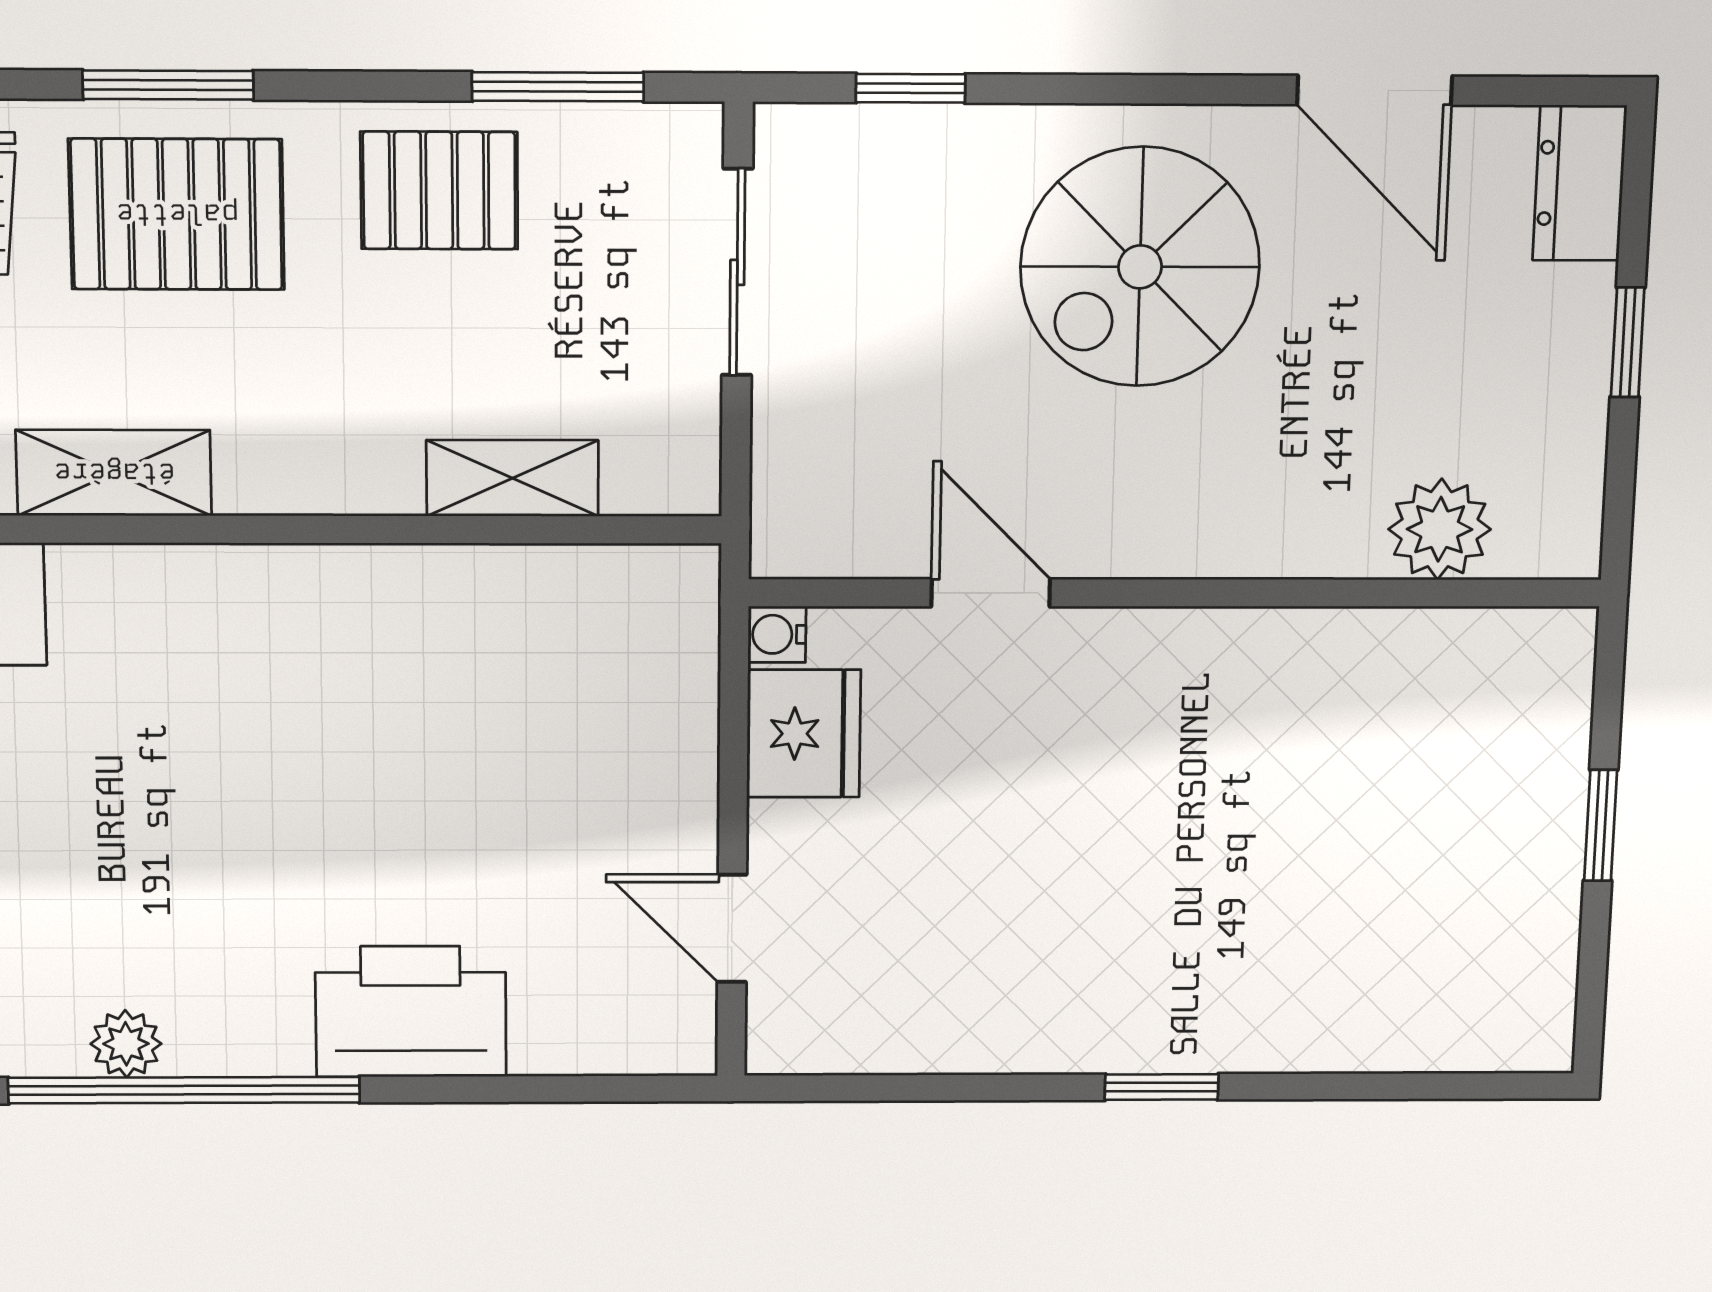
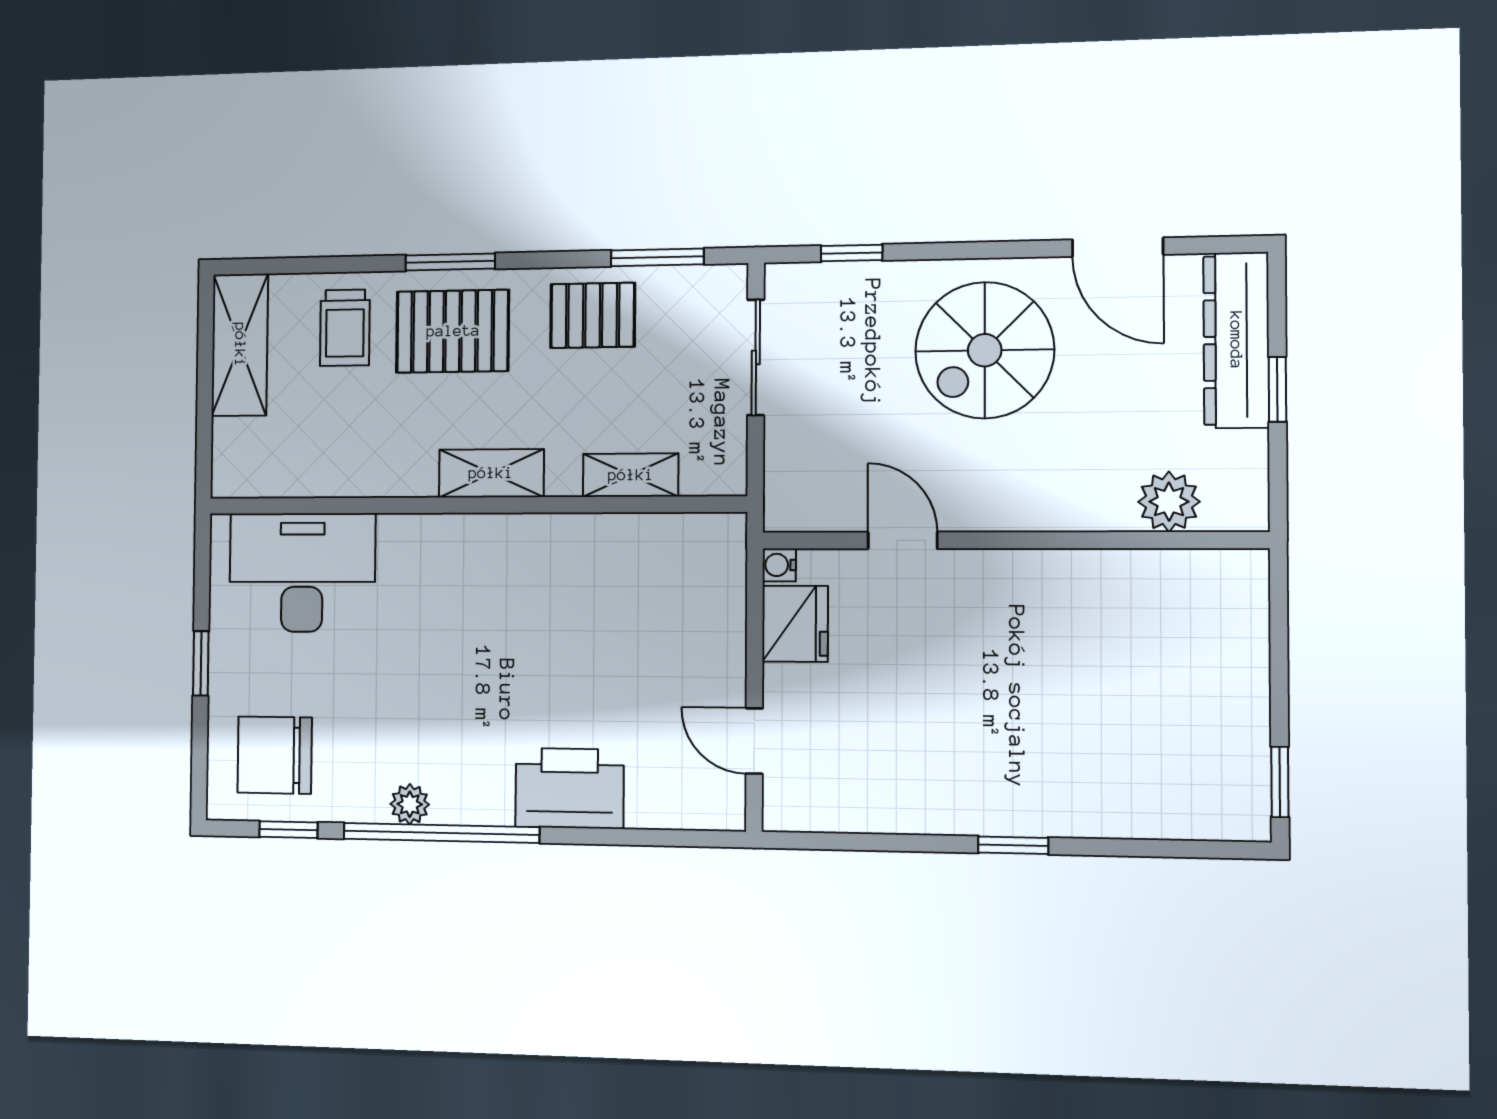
dresser: (1580, 183) -> (1236, 340), width x1.96, depth x1.24
shelving: (114, 473) -> (491, 473), moved
window: (1601, 825) -> (1280, 782), moved

